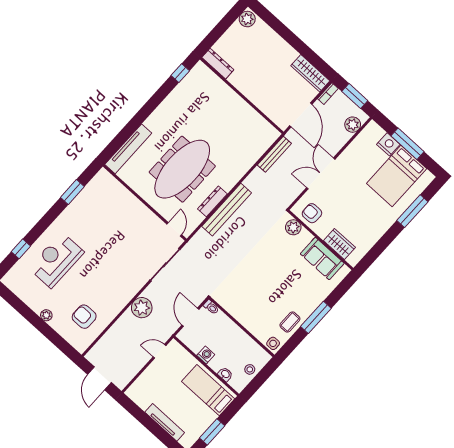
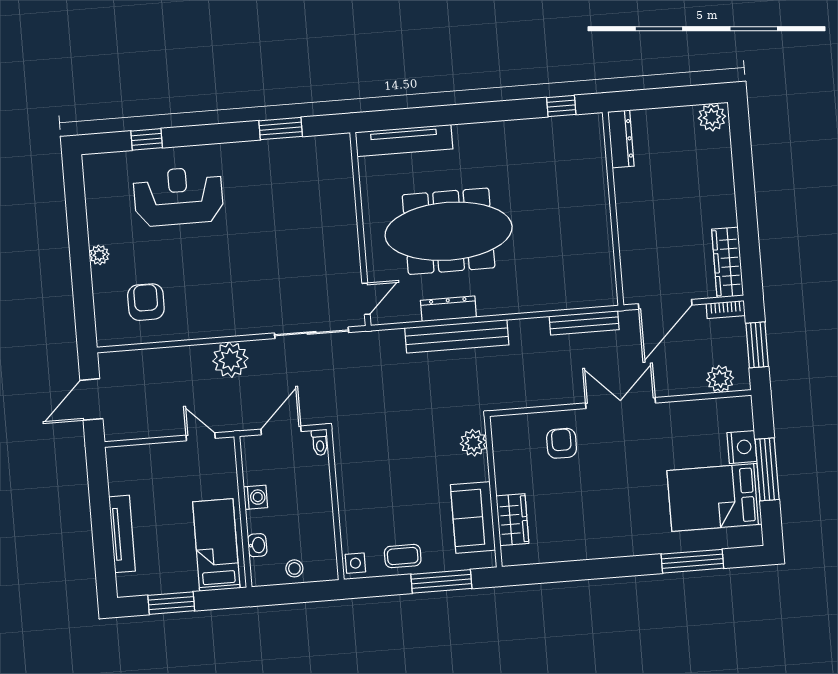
plant: (293, 227) -> (473, 443), moved
wall: (321, 240) -> (493, 492), moved
wardrobe: (339, 244) -> (512, 520), moved
sofa: (322, 259) -> (473, 517), moved

